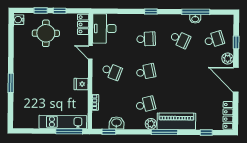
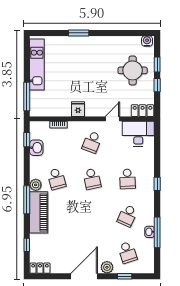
locker: (228, 115) -> (40, 268), width x0.66
kitchen unit: (63, 122) -> (37, 64), moved

